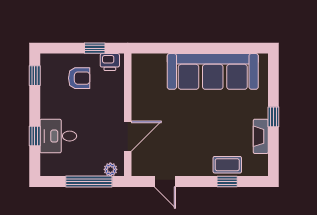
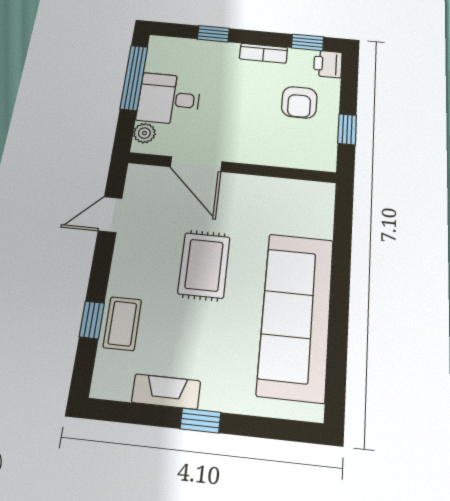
printer: (110, 62) -> (328, 64), moved
bookcase: (46, 103) -> (263, 53), added
rug: (190, 124) -> (204, 265), added
desk: (58, 136) -> (169, 99), moved, turned -90
window: (89, 181) -> (134, 78), moved

